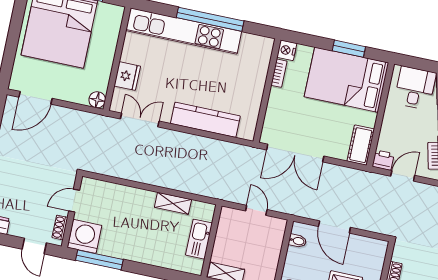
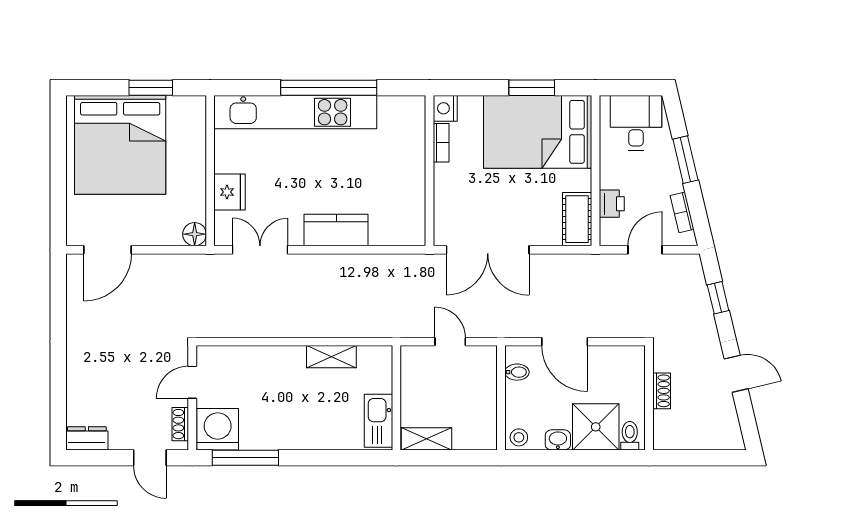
kitchen counter: (205, 120) -> (336, 230), width x0.67
printer: (383, 160) -> (612, 204), moved, turned 90
kitchen sink: (199, 239) -> (379, 421), moved

